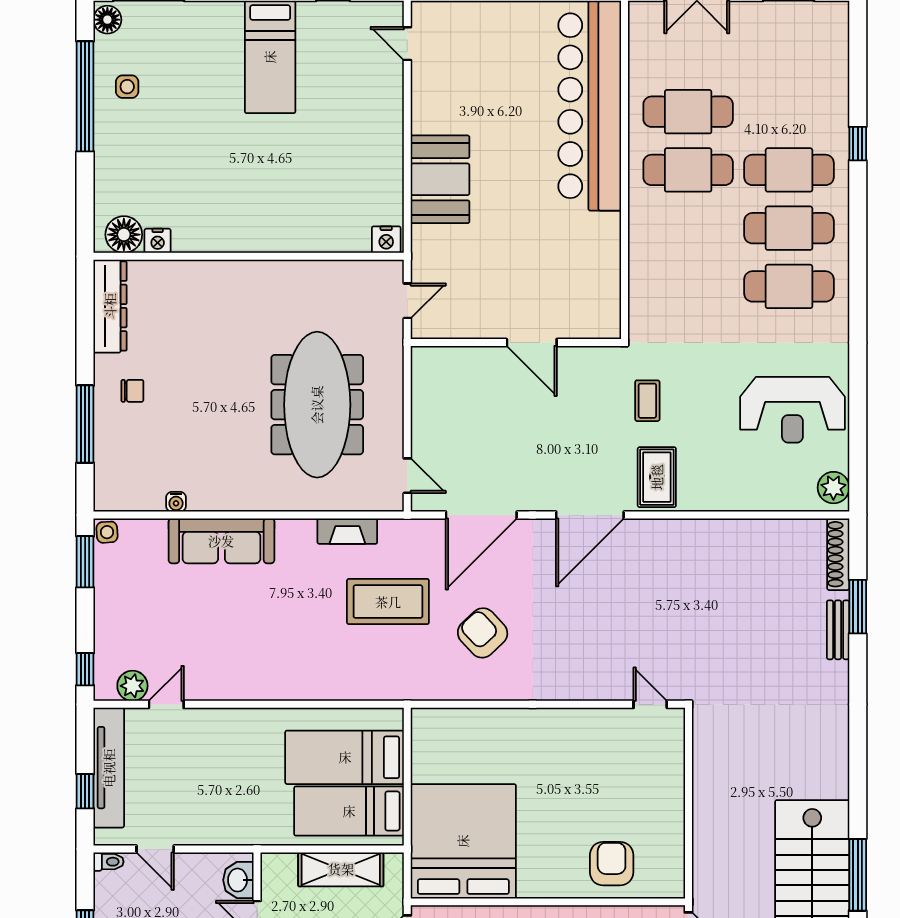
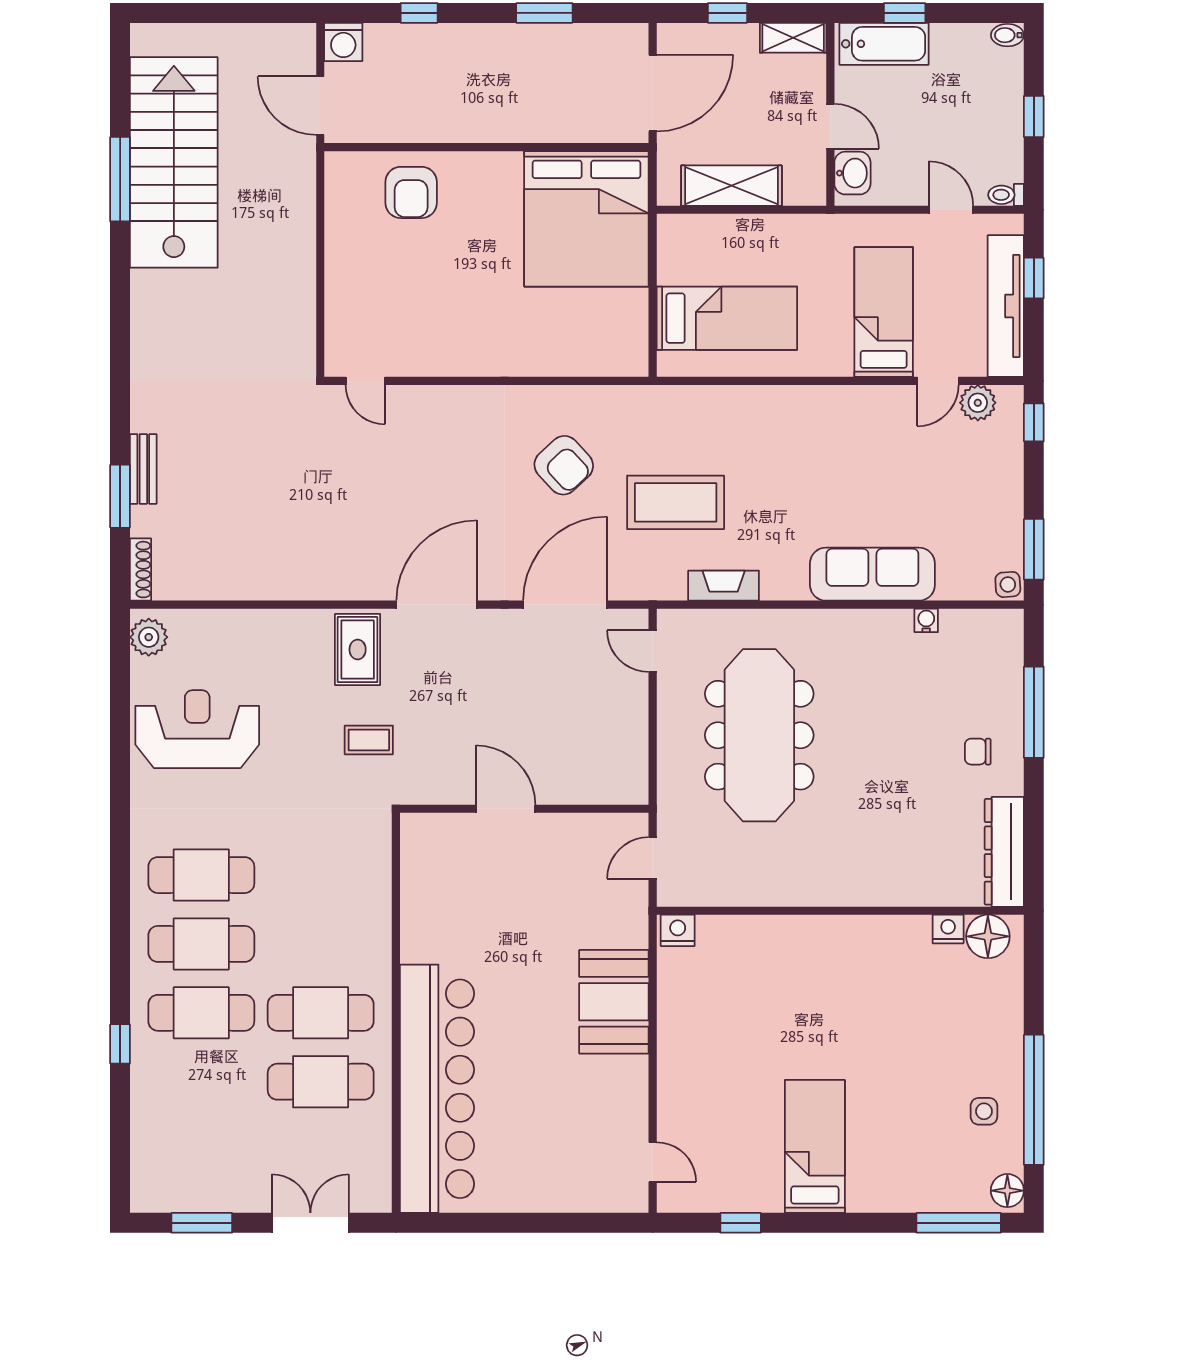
coffee table: (647, 401) -> (369, 740), turned 90
shoe rack: (838, 554) -> (141, 570), width x0.74, depth x0.81
bed: (349, 811) -> (884, 312), moved, turned -90

